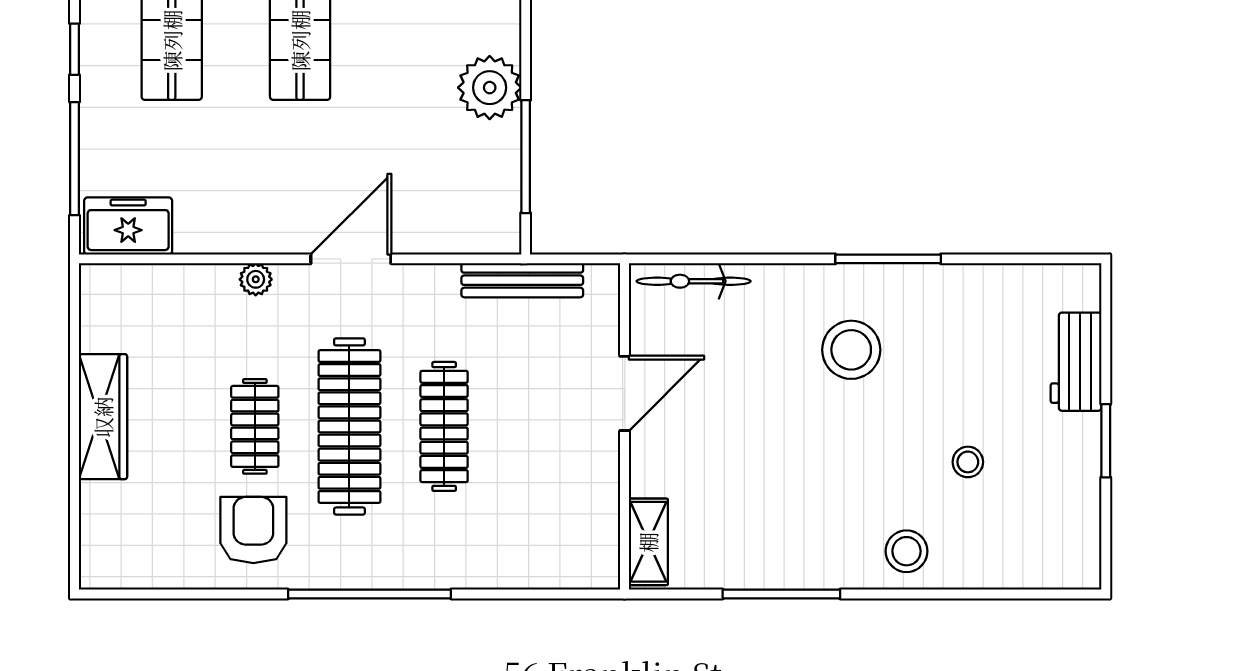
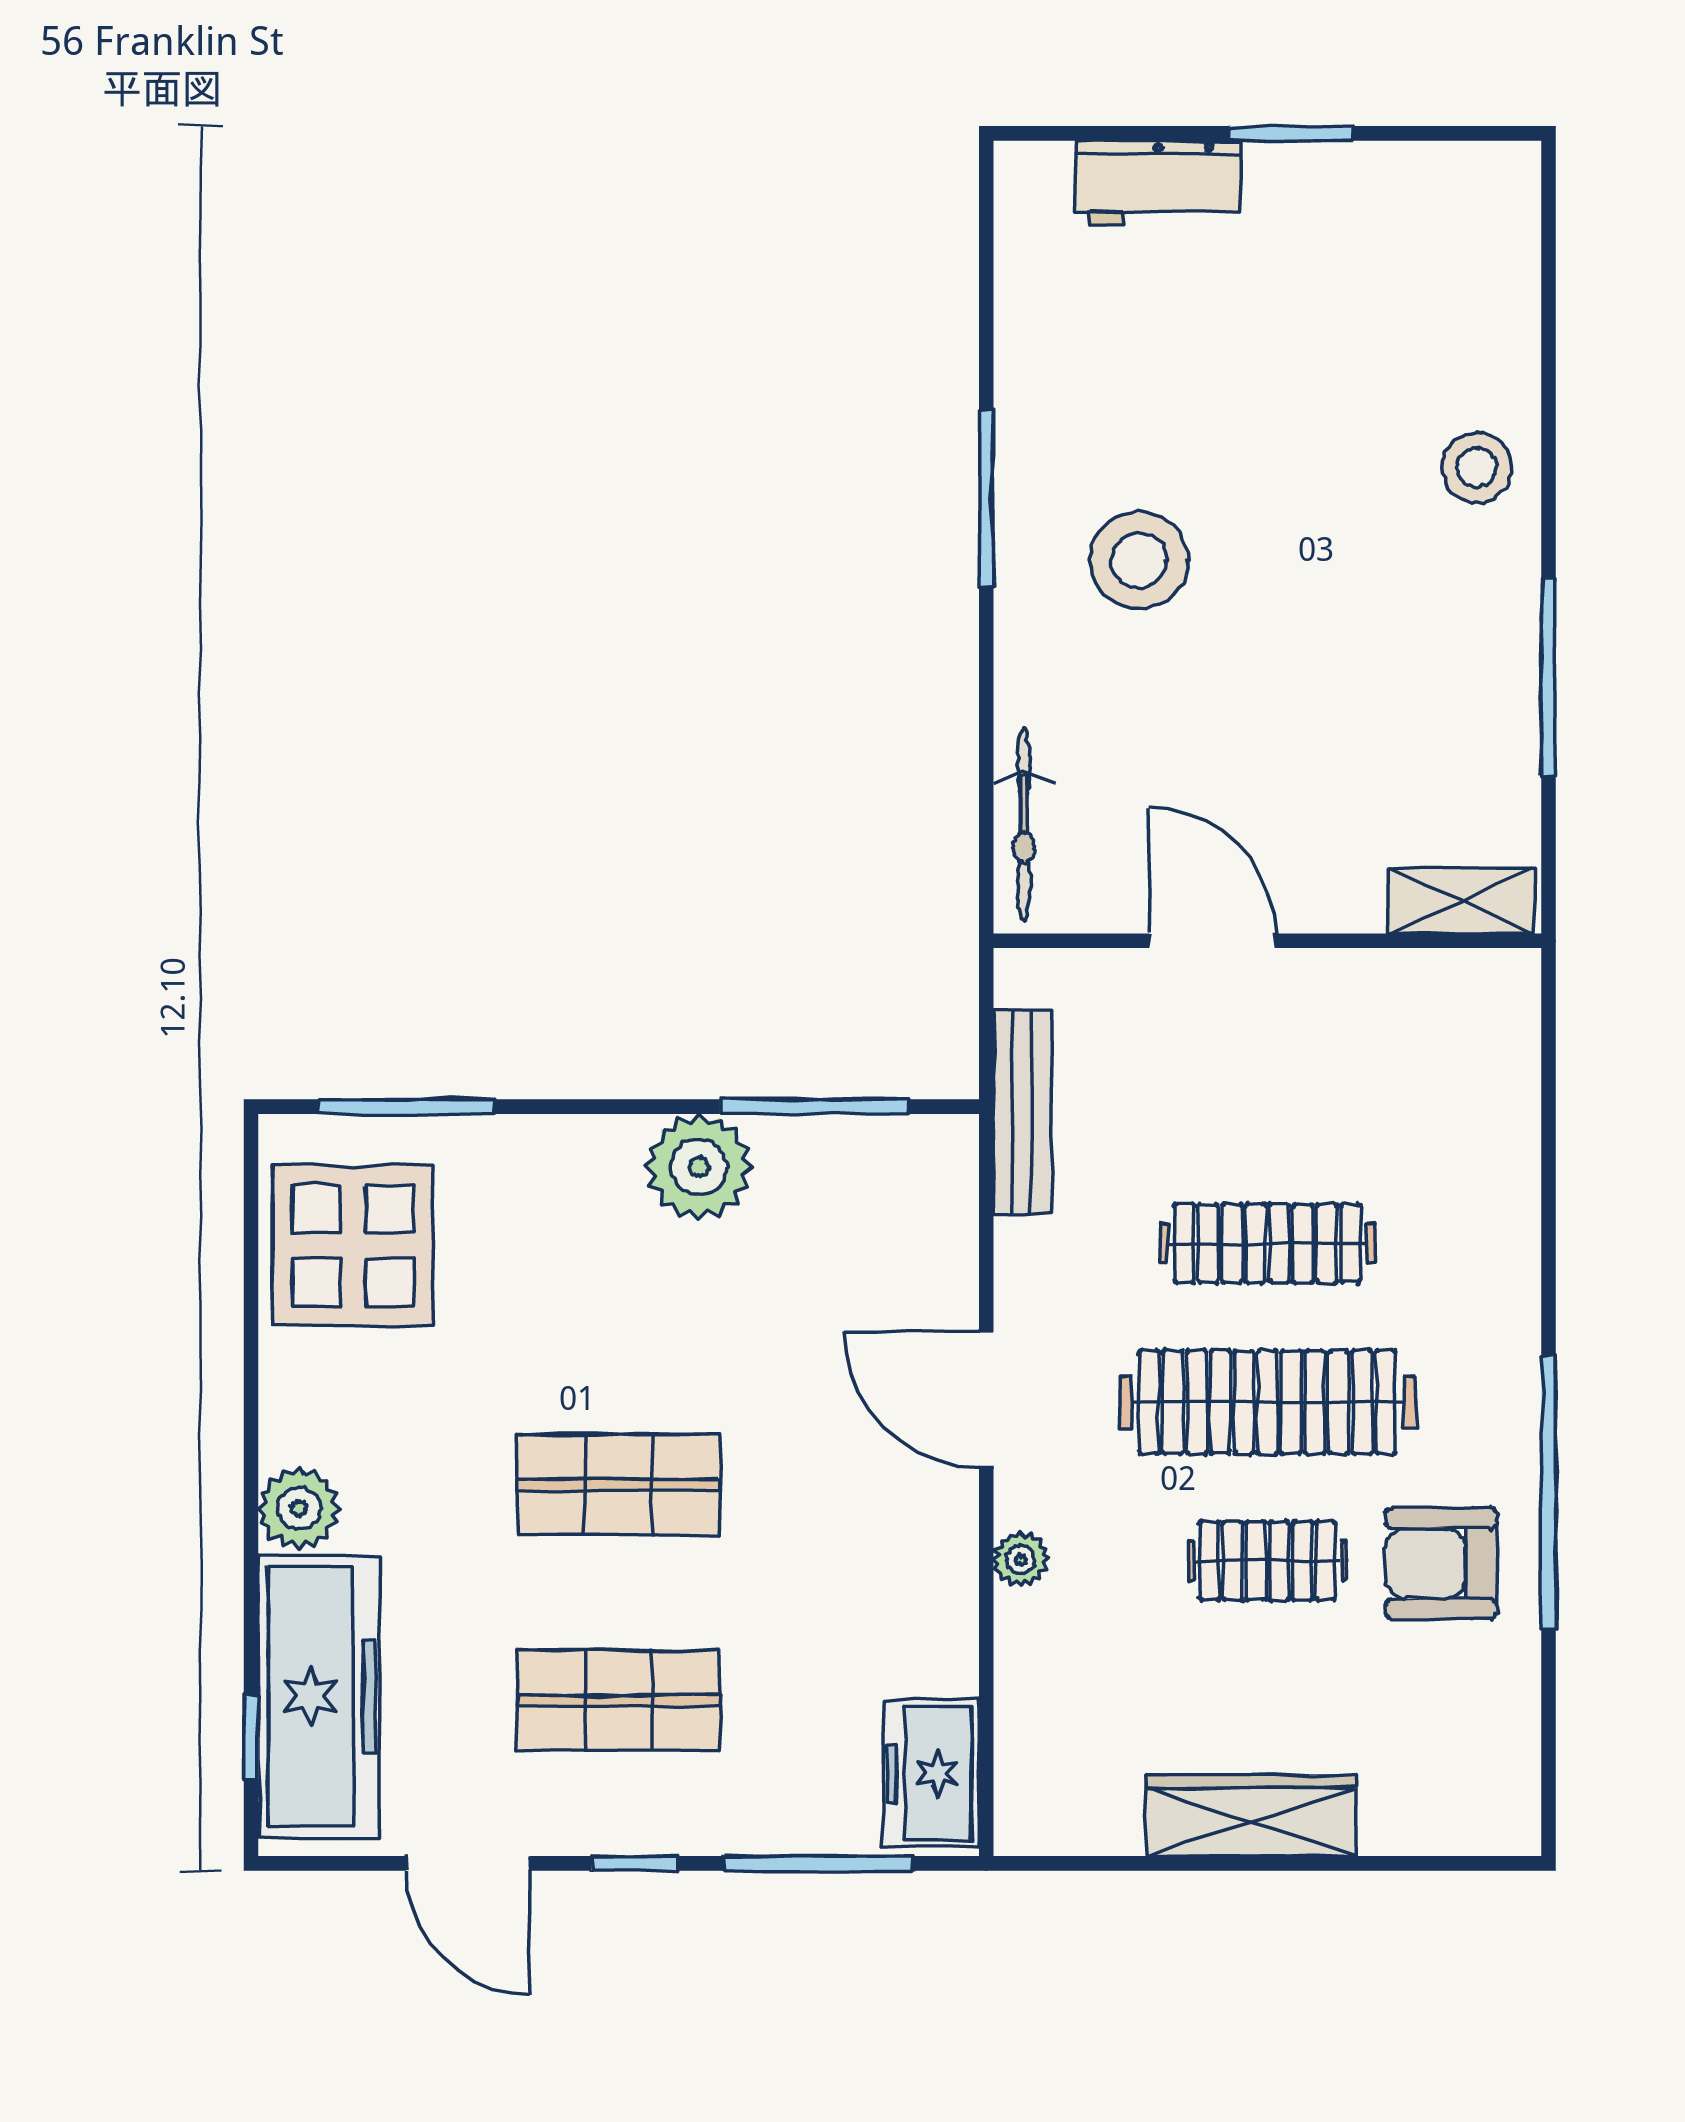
stool: (968, 462) -> (1327, 365), removed
window: (370, 594) -> (1549, 1492), moved

